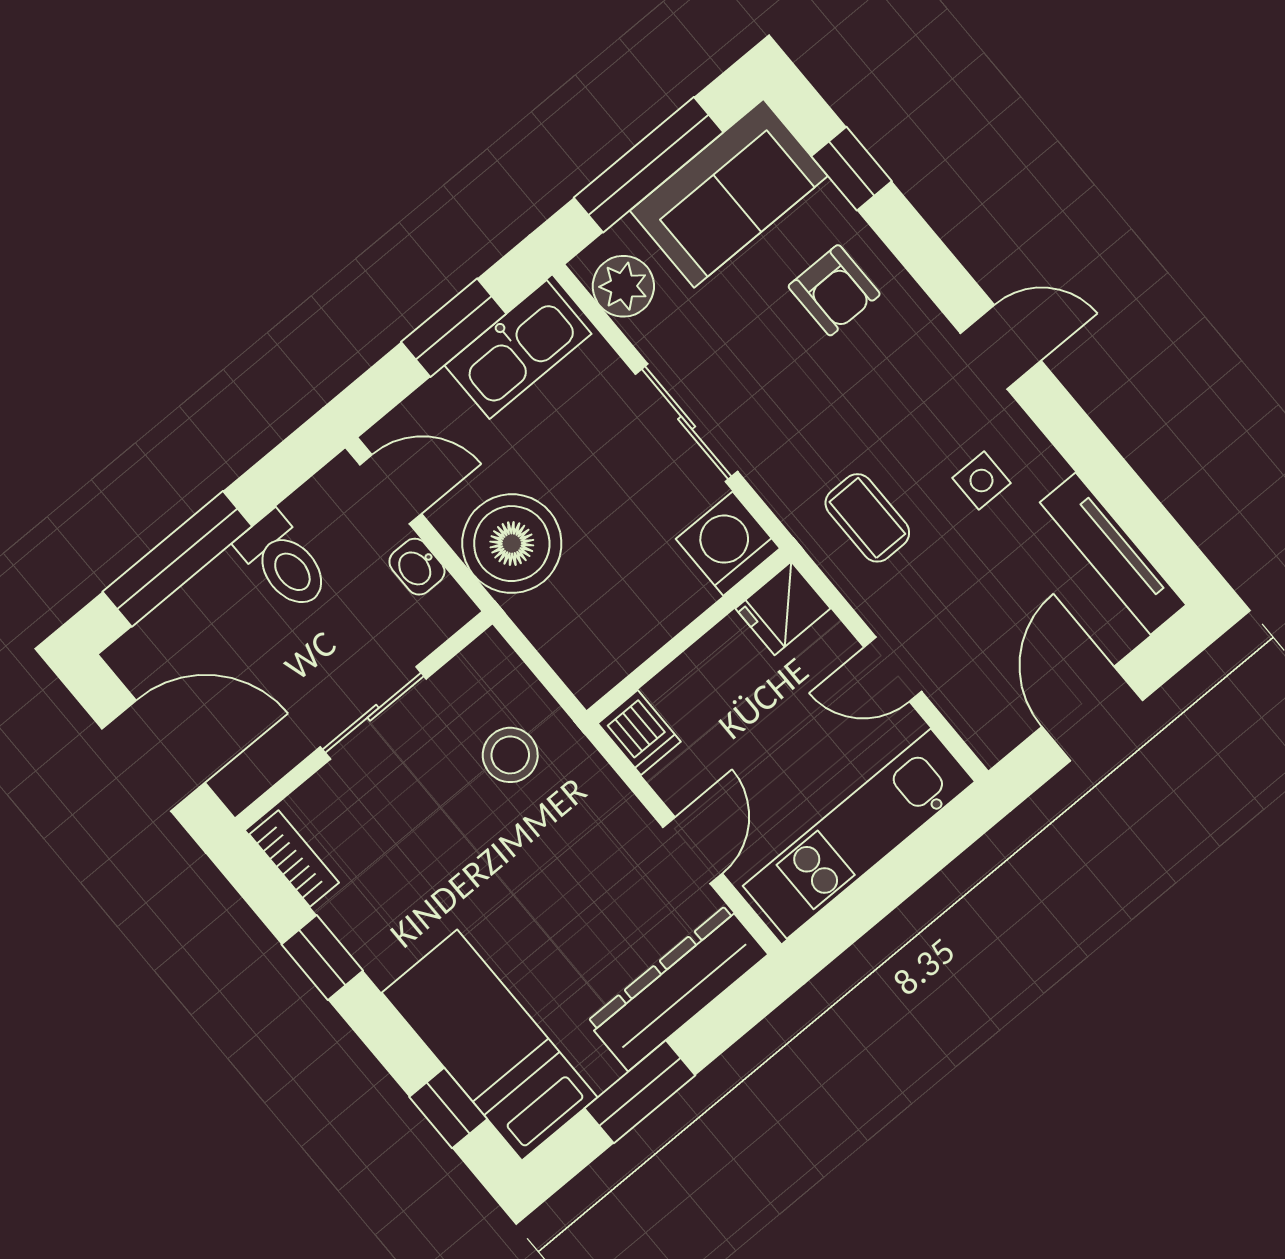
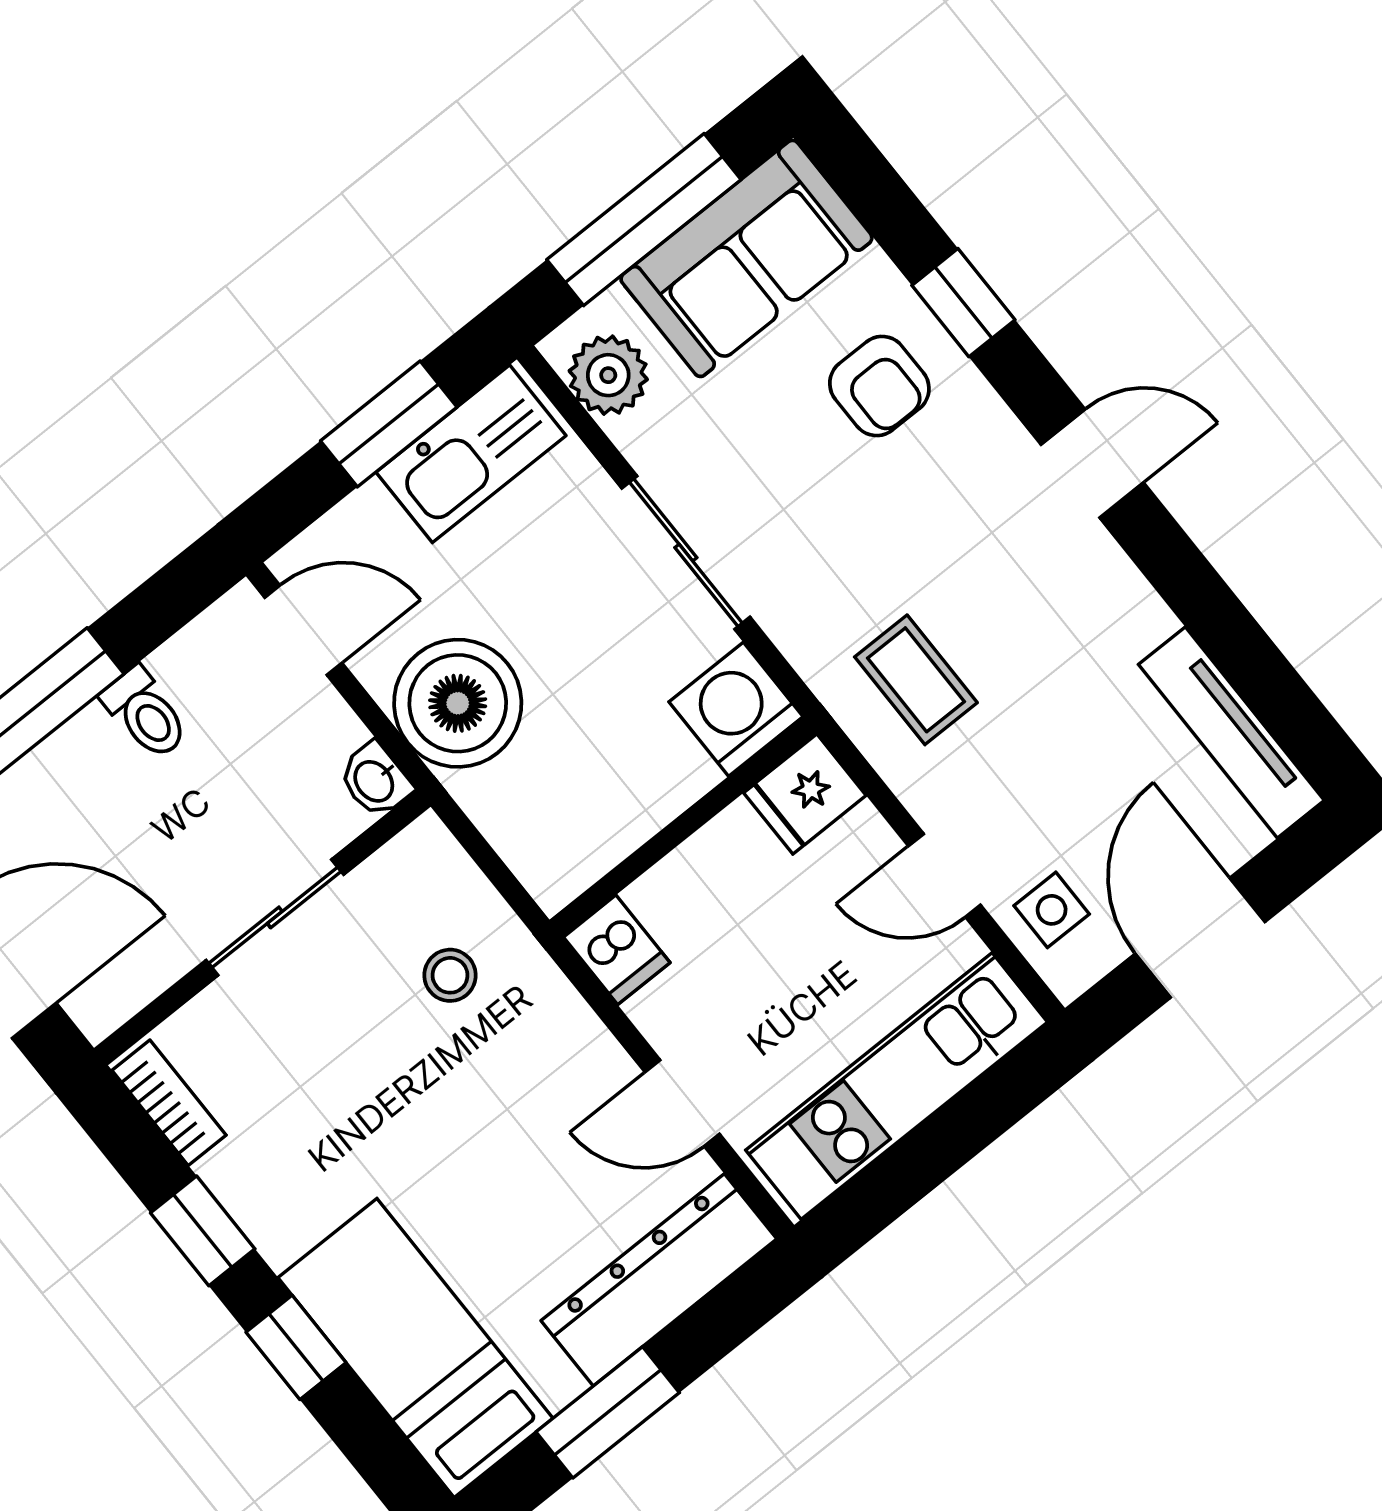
window: (852, 169) -> (963, 303), moved
side table: (981, 480) -> (1052, 910), moved
toilet: (284, 562) -> (145, 713), width x0.73, depth x0.72
washbasin: (417, 567) -> (375, 780), moved
stool: (510, 755) -> (450, 975), width x0.73, depth x0.73
door: (693, 850) -> (682, 1103), swing flipped
window: (448, 1108) -> (296, 1347), moved

